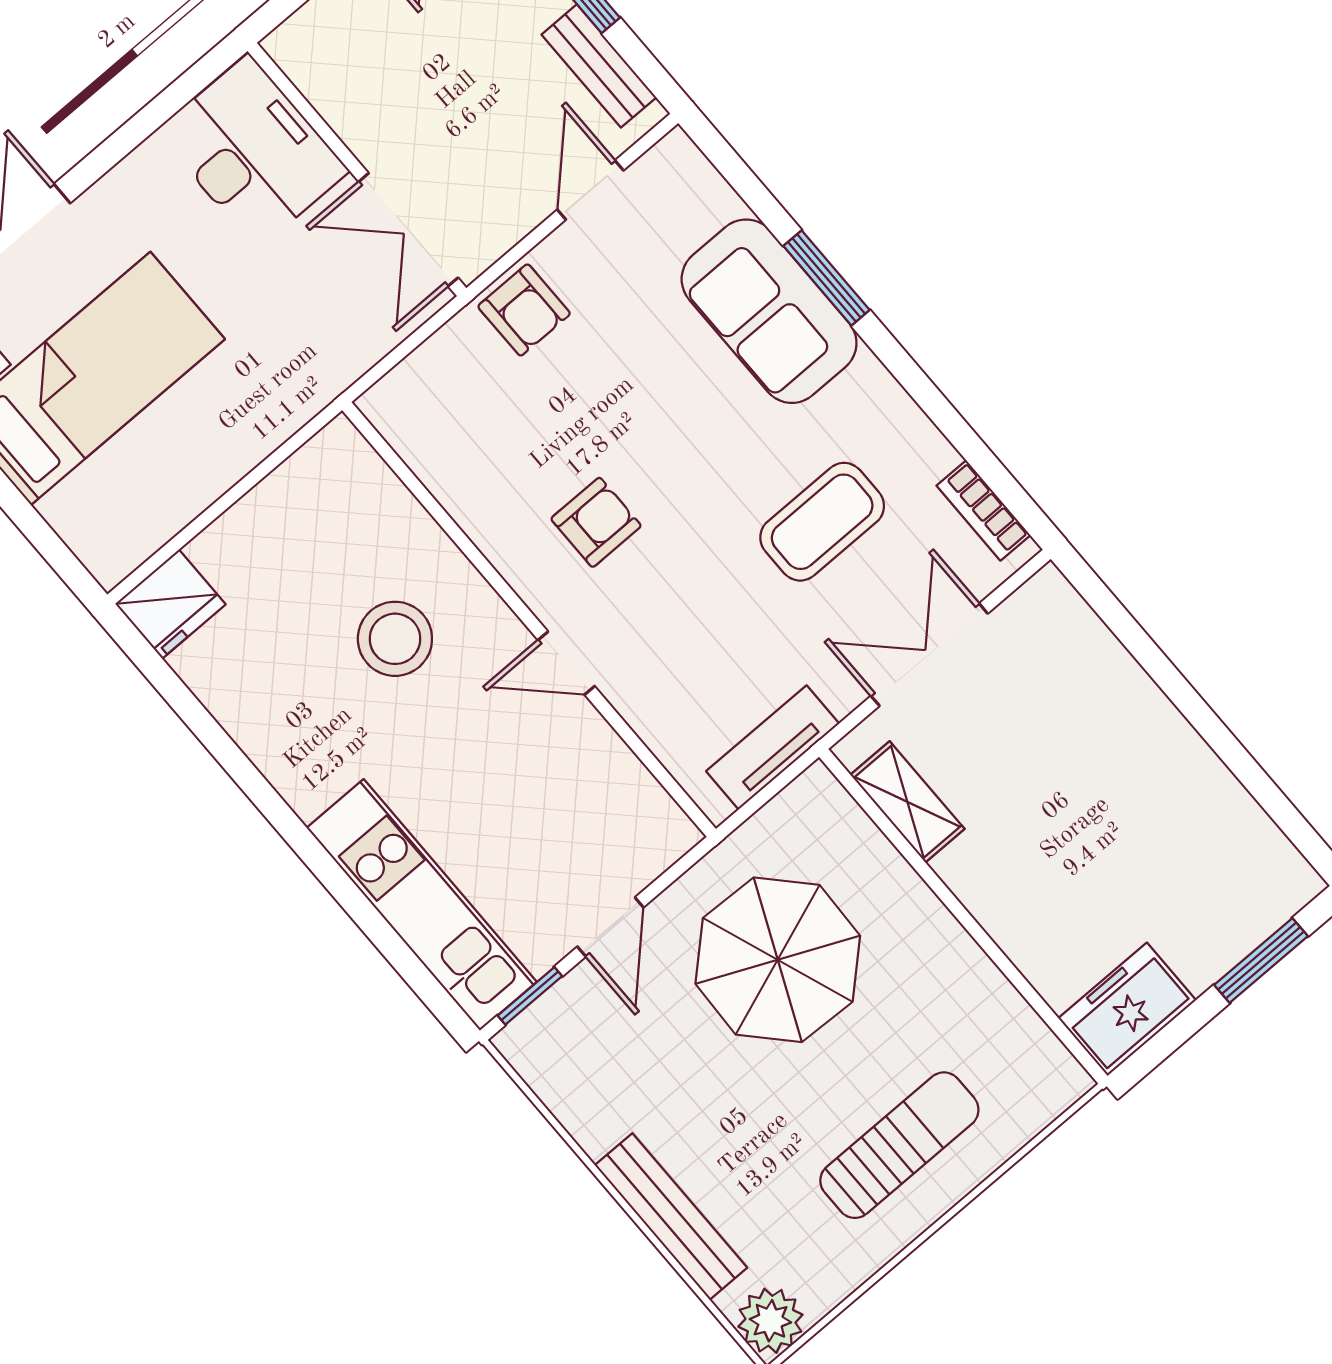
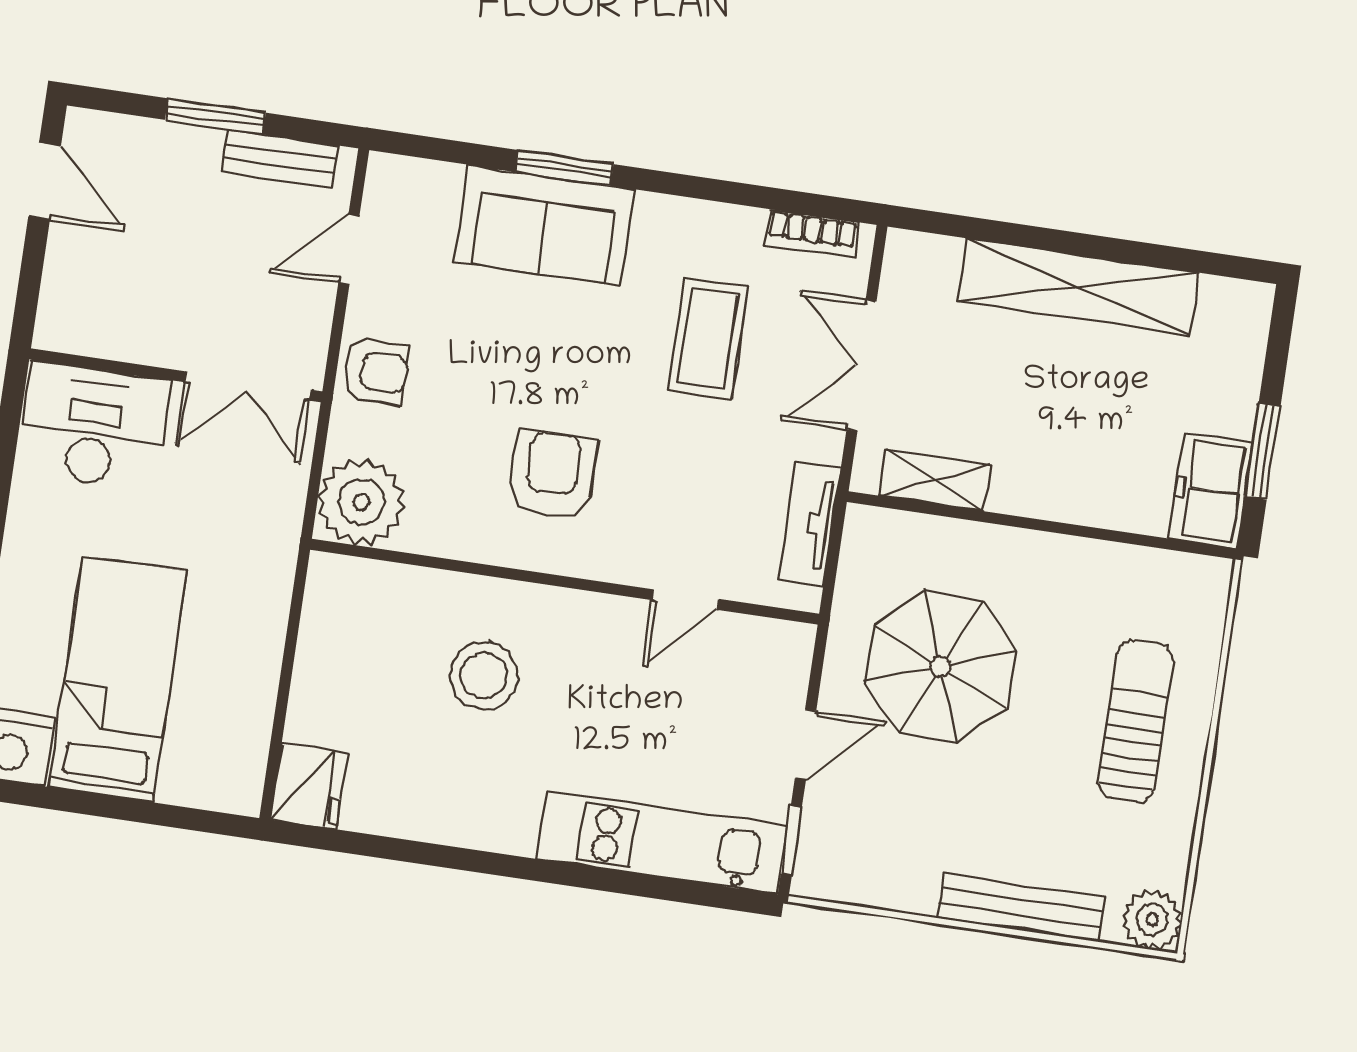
door: (590, 190) -> (349, 249), hinge flipped
plant: (419, 407) -> (361, 502), added
armchair: (596, 522) -> (552, 475), width x1.38, depth x1.38
door: (566, 663) -> (685, 600), moved
shelving: (1164, 746) -> (1078, 287), added
door: (610, 927) -> (805, 745), hinge flipped
window: (1261, 961) -> (1263, 452), moved

